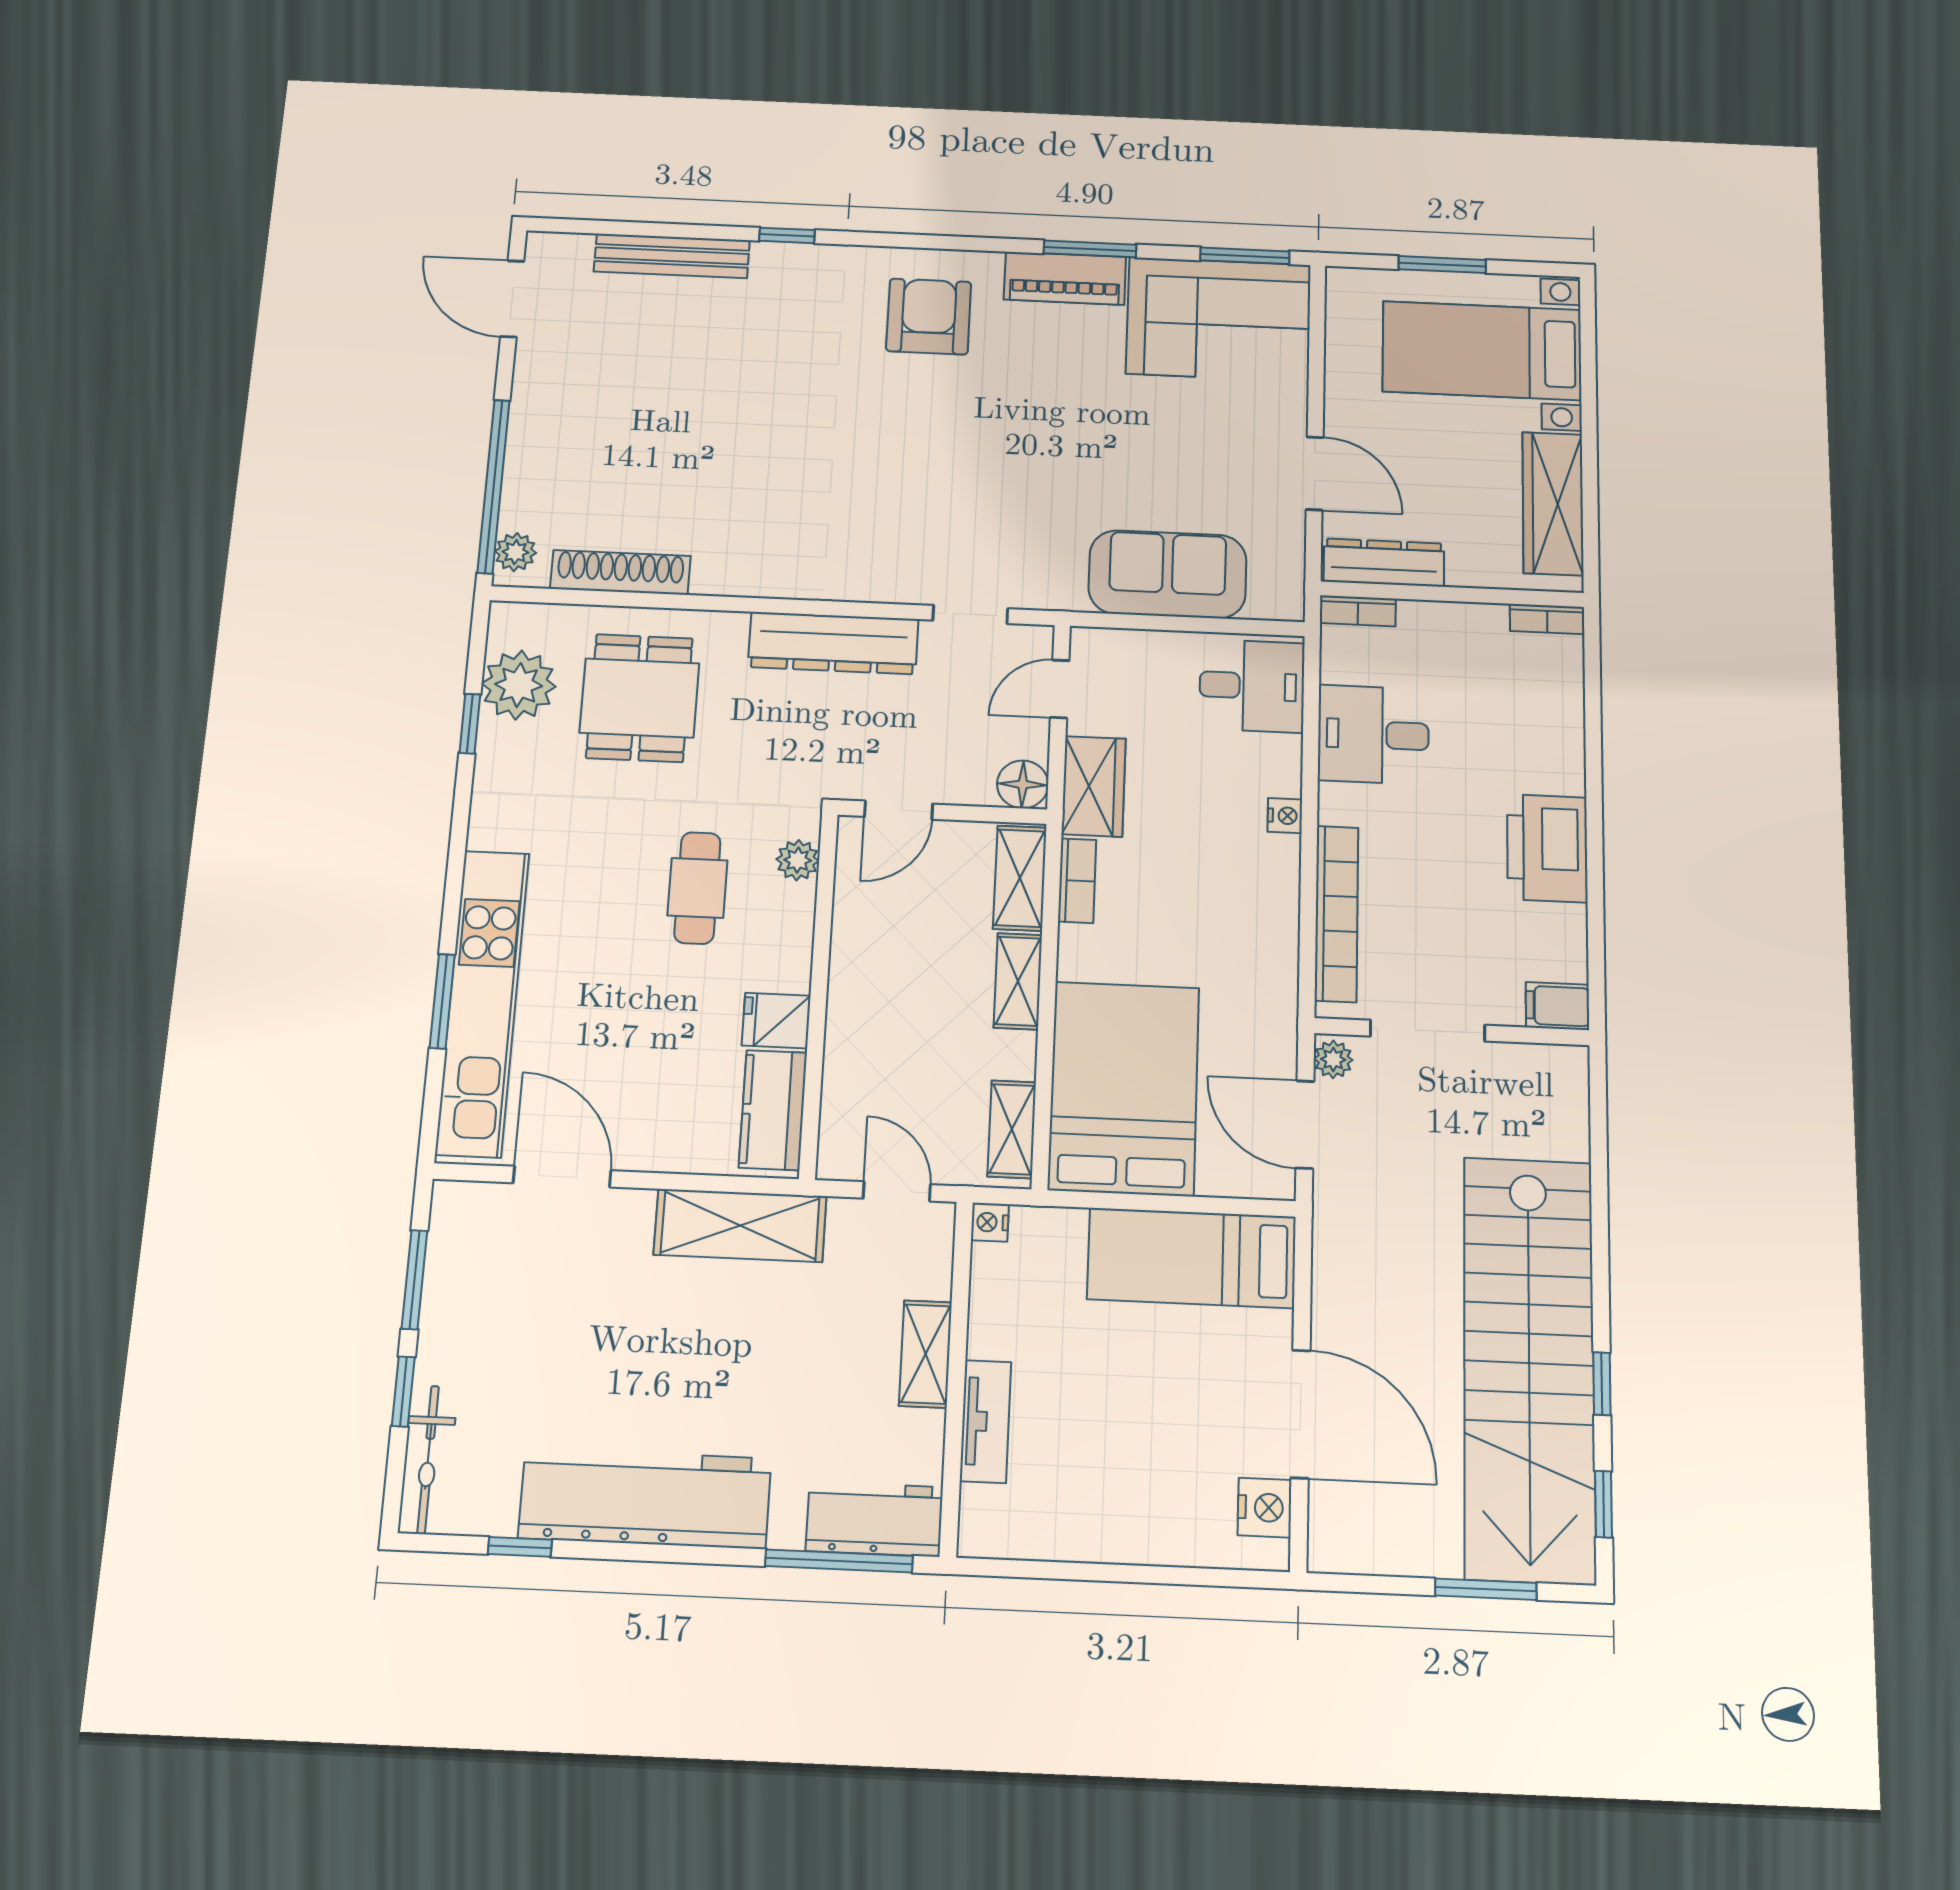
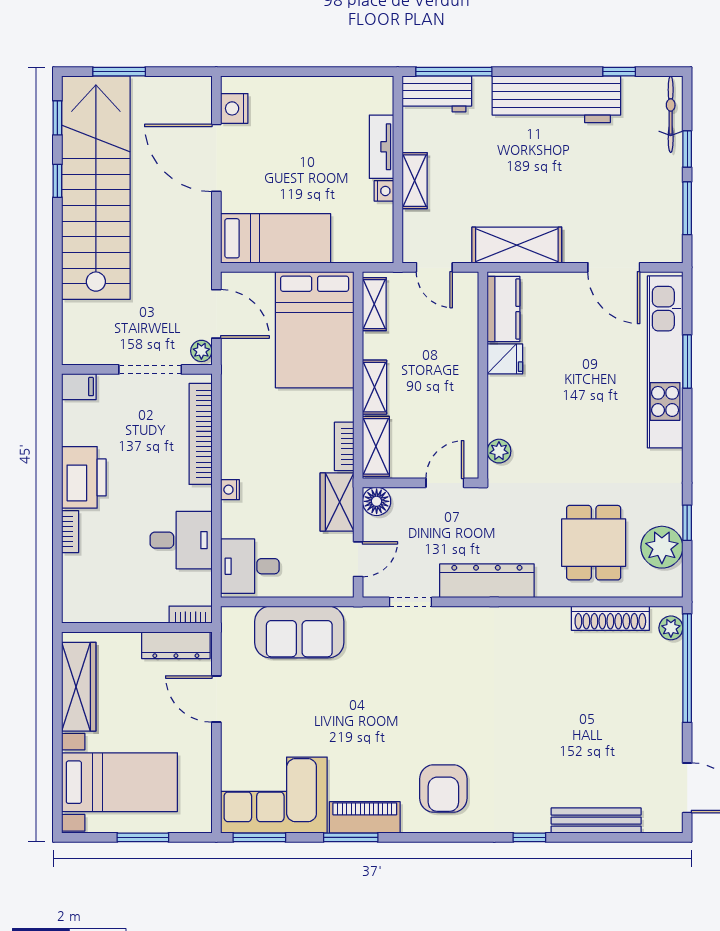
bookcase: (1547, 619) -> (70, 532), moved, turned 90
cafe table: (697, 888) -> (553, 432), removed
nightstand: (990, 1222) -> (384, 191), moved

